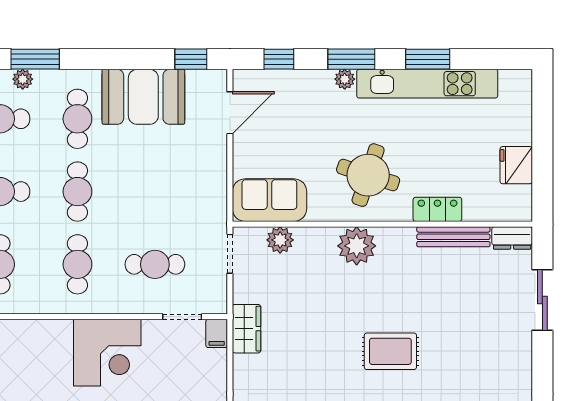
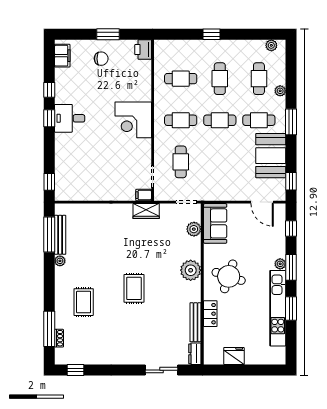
window: (35, 59) -> (291, 122), moved
corner desk: (107, 353) -> (133, 120), moved

